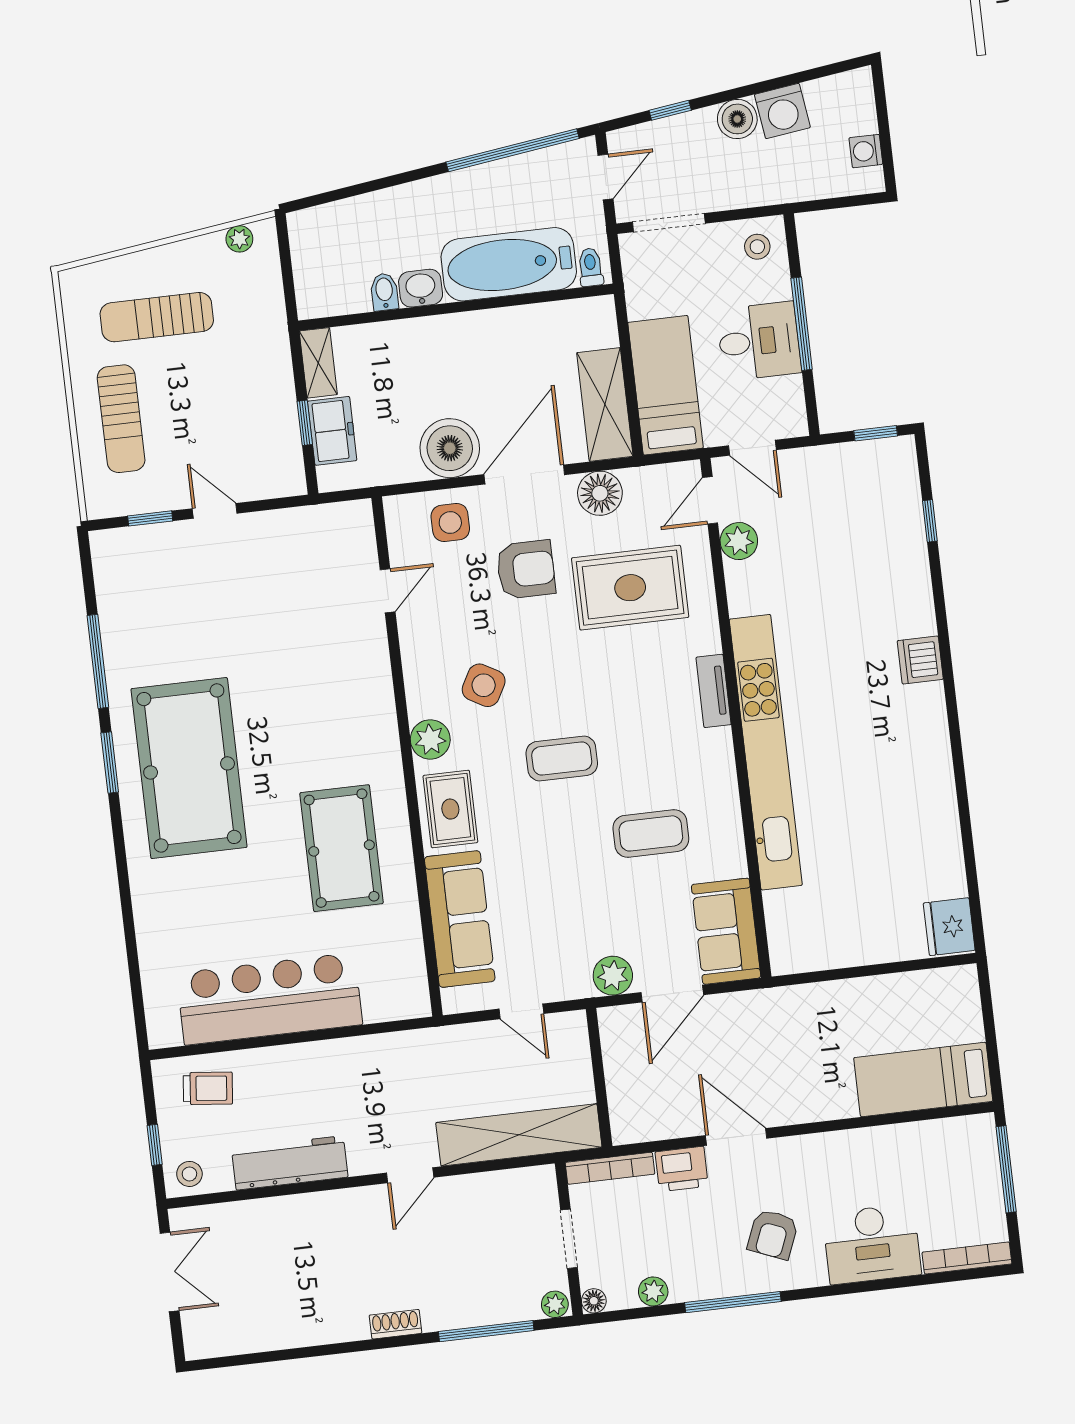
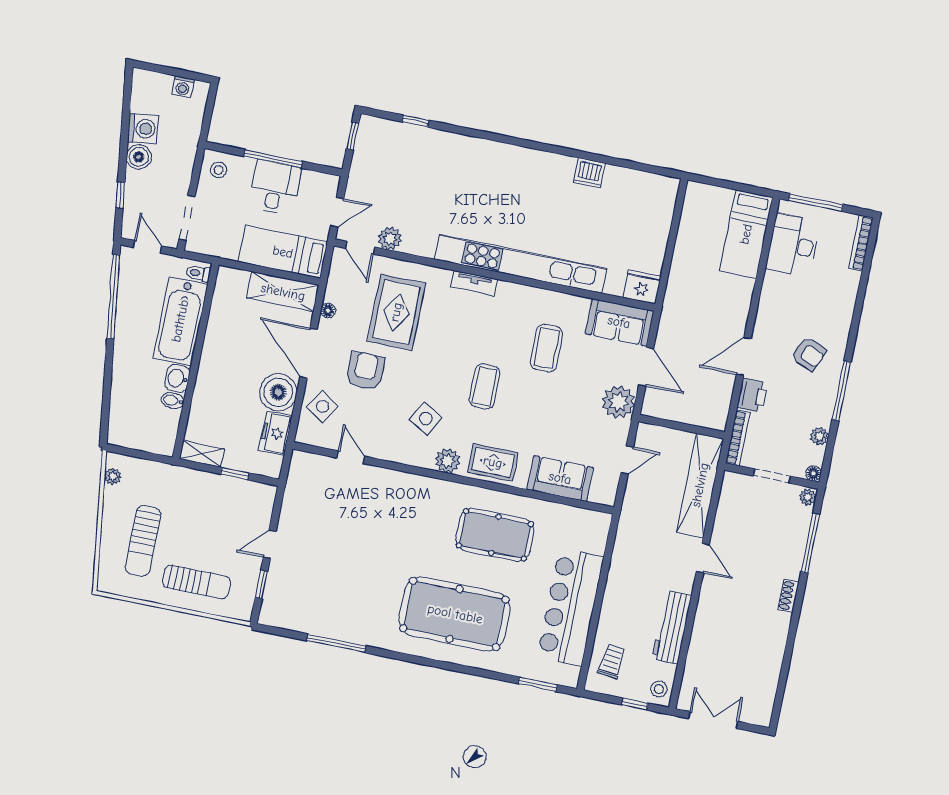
freezer: (332, 431) -> (275, 433), moved, turned -90
floor lamp: (600, 493) -> (328, 311), width x0.53, depth x0.53
side table: (450, 523) -> (323, 407), turned 33
dishwasher: (920, 660) -> (589, 173), moved
window: (110, 762) -> (538, 684), moved
pool table: (189, 768) -> (455, 614), moved
sofa: (460, 919) -> (560, 478), width x0.73
fridge: (949, 927) -> (642, 287), moved, turned 180
plant: (613, 976) -> (619, 402), width x1.36, depth x1.36
desk: (872, 1244) -> (793, 245), moved, turned 180

